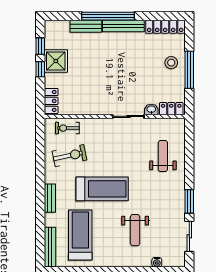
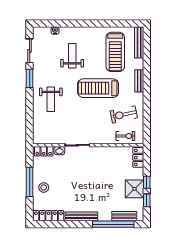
window: (108, 16) -> (113, 224), moved
bench: (86, 26) -> (124, 216), moved
weight bench: (163, 156) -> (51, 99), moved

